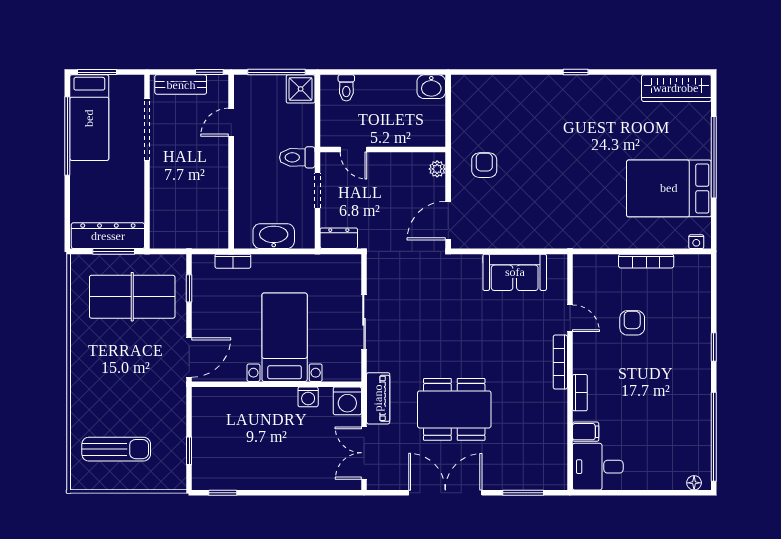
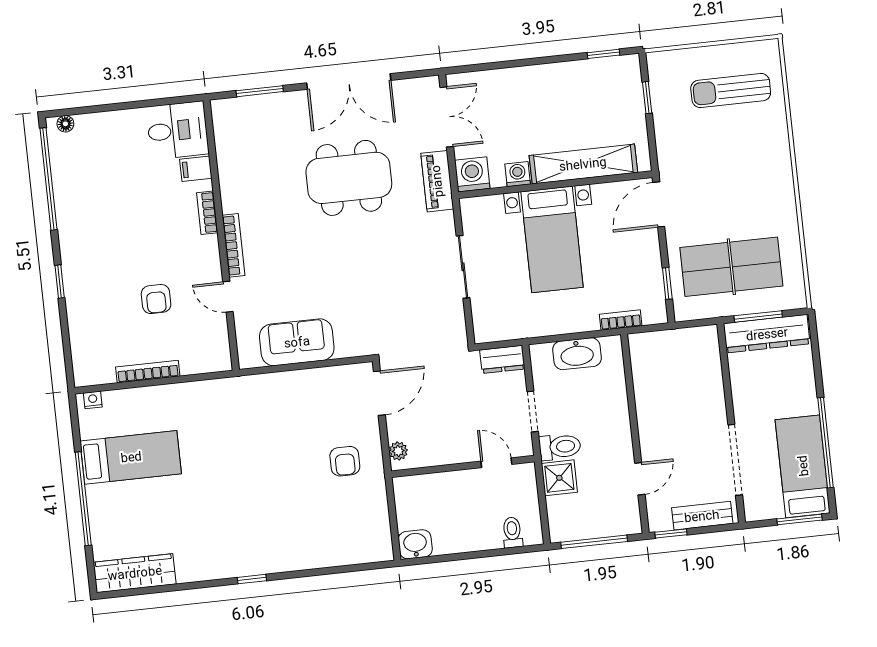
shower: (301, 89) -> (559, 478), moved
bed: (669, 188) -> (131, 457), width x0.67
shelving: (250, 399) -> (583, 164), added

